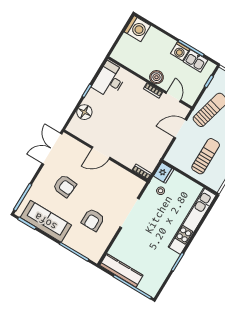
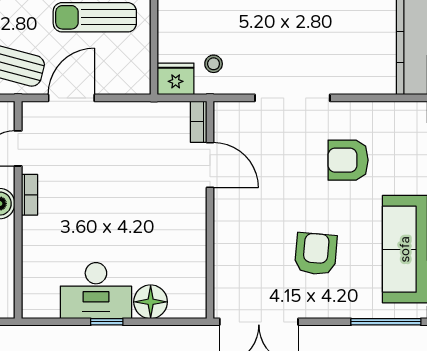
desk: (110, 80) -> (96, 291), moved
door: (180, 129) -> (71, 98), swing flipped
door: (101, 153) -> (210, 165), moved
armchair: (93, 220) -> (348, 160), turned 180

